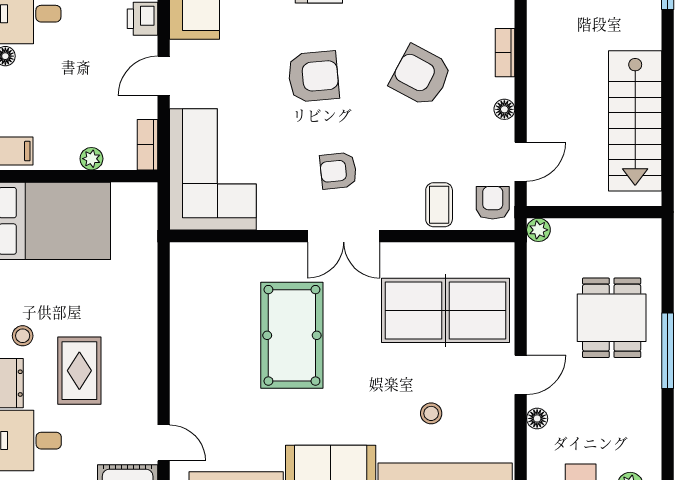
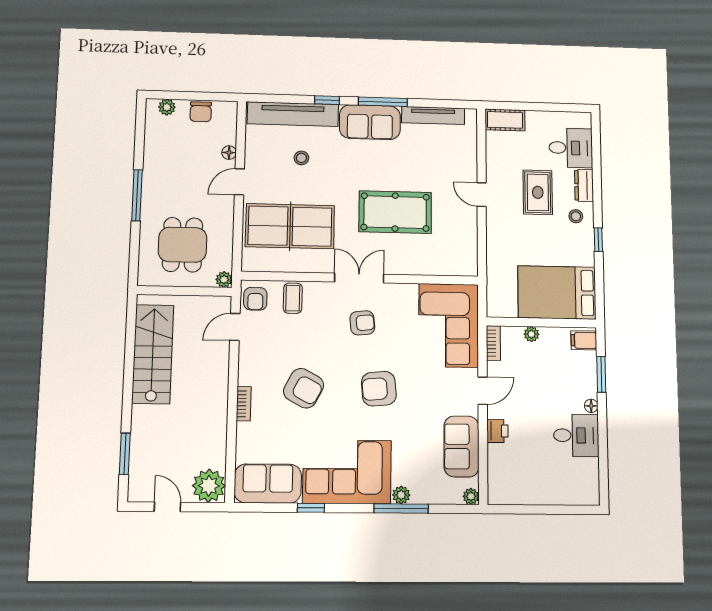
floor lamp: (504, 109) -> (245, 364), removed
dining table: (612, 318) -> (183, 245), moved
pool table: (292, 335) -> (395, 212), turned 90
door: (164, 443) -> (482, 195), moved

